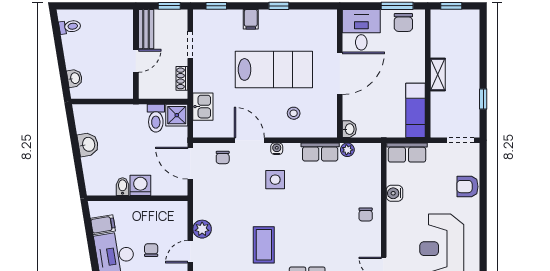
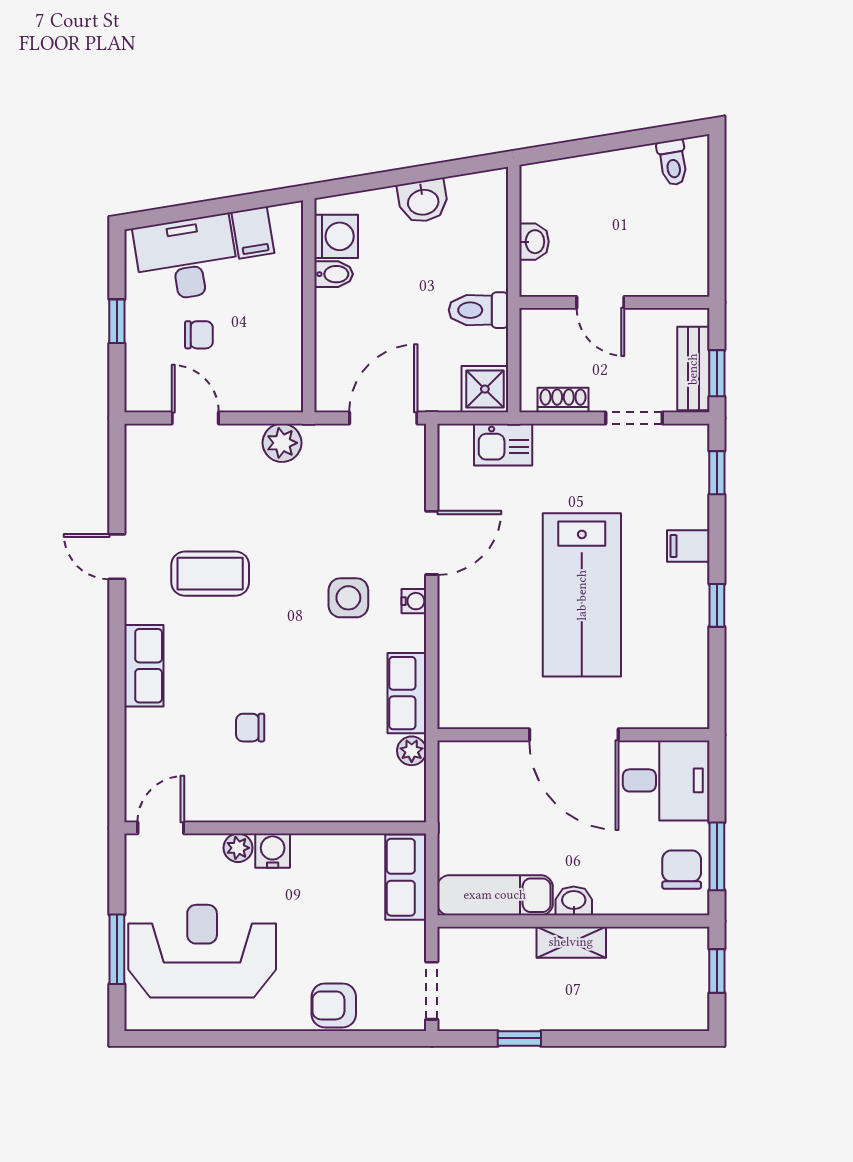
chair: (403, 22) -> (682, 870), turned 90
bench: (146, 29) -> (693, 369), moved, turned 90
washbasin: (75, 78) -> (534, 242), moved, turned -81
stool: (294, 113) -> (489, 637), removed
toilet: (156, 118) -> (478, 310), moved
washbasin: (349, 129) -> (574, 901), moved, turned 180
chair: (223, 157) -> (395, 486), removed
washing machine: (140, 185) -> (336, 236), moved
armchair: (467, 187) -> (334, 1005), turned -90
water cooler: (394, 193) -> (273, 851), moved
chair: (366, 215) -> (250, 728), moved
plant: (202, 229) -> (282, 443), moved
plant: (393, 232) -> (238, 848), added

